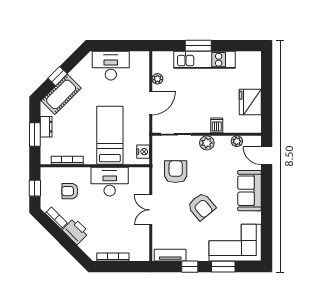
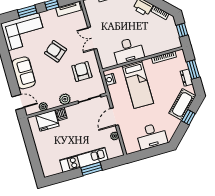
fridge: (250, 102) -> (47, 121), moved, turned 90
armchair: (176, 172) -> (82, 72), turned 180
armchair: (70, 191) -> (156, 35), removed
double door: (151, 210) -> (92, 38), swing flipped

